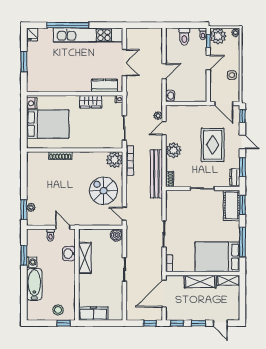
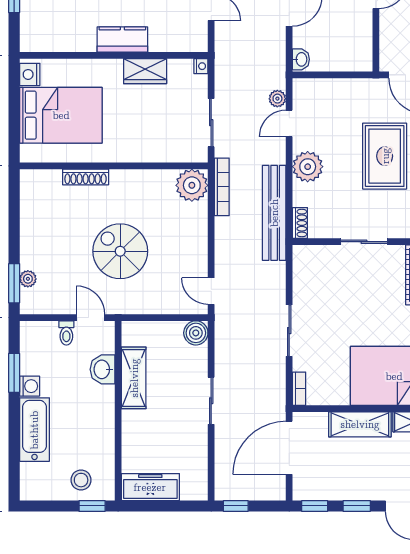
kitchen counter: (104, 86) -> (122, 40), moved
spiral stairs: (103, 191) -> (120, 251), moved
window: (150, 323) -> (236, 506), moved

